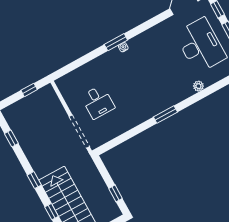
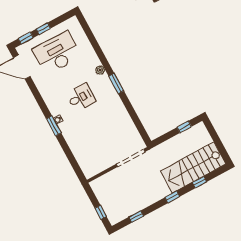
plant: (198, 86) -> (100, 70), moved
window: (29, 90) -> (101, 212), moved
desk: (98, 102) -> (81, 97), moved

